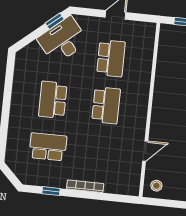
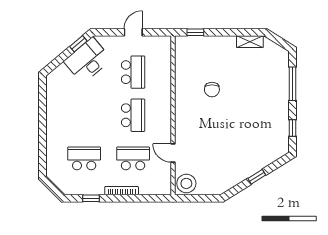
school desk: (53, 100) -> (133, 158), moved, turned 90
door: (145, 151) -> (173, 153), swing flipped
stool: (156, 186) -> (186, 183), width x1.89, depth x1.89

